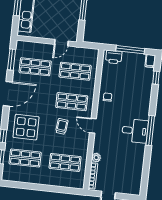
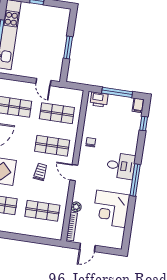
door: (61, 43) -> (43, 82), hinge flipped
desk: (135, 131) -> (121, 166), moved
corner desk: (129, 158) -> (111, 209), added

